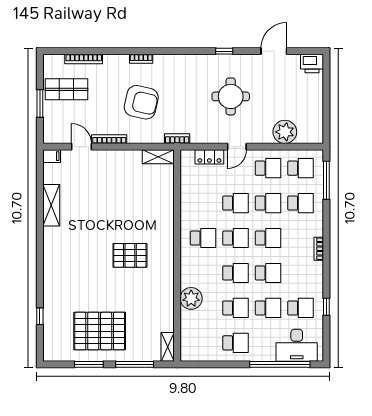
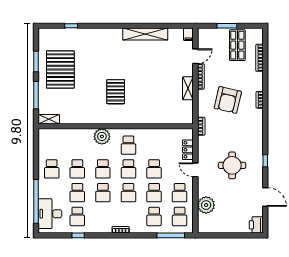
shelving: (158, 157) -> (188, 88), moved
shelving: (51, 205) -> (145, 34), width x1.47
plant: (191, 298) -> (102, 136), moved

